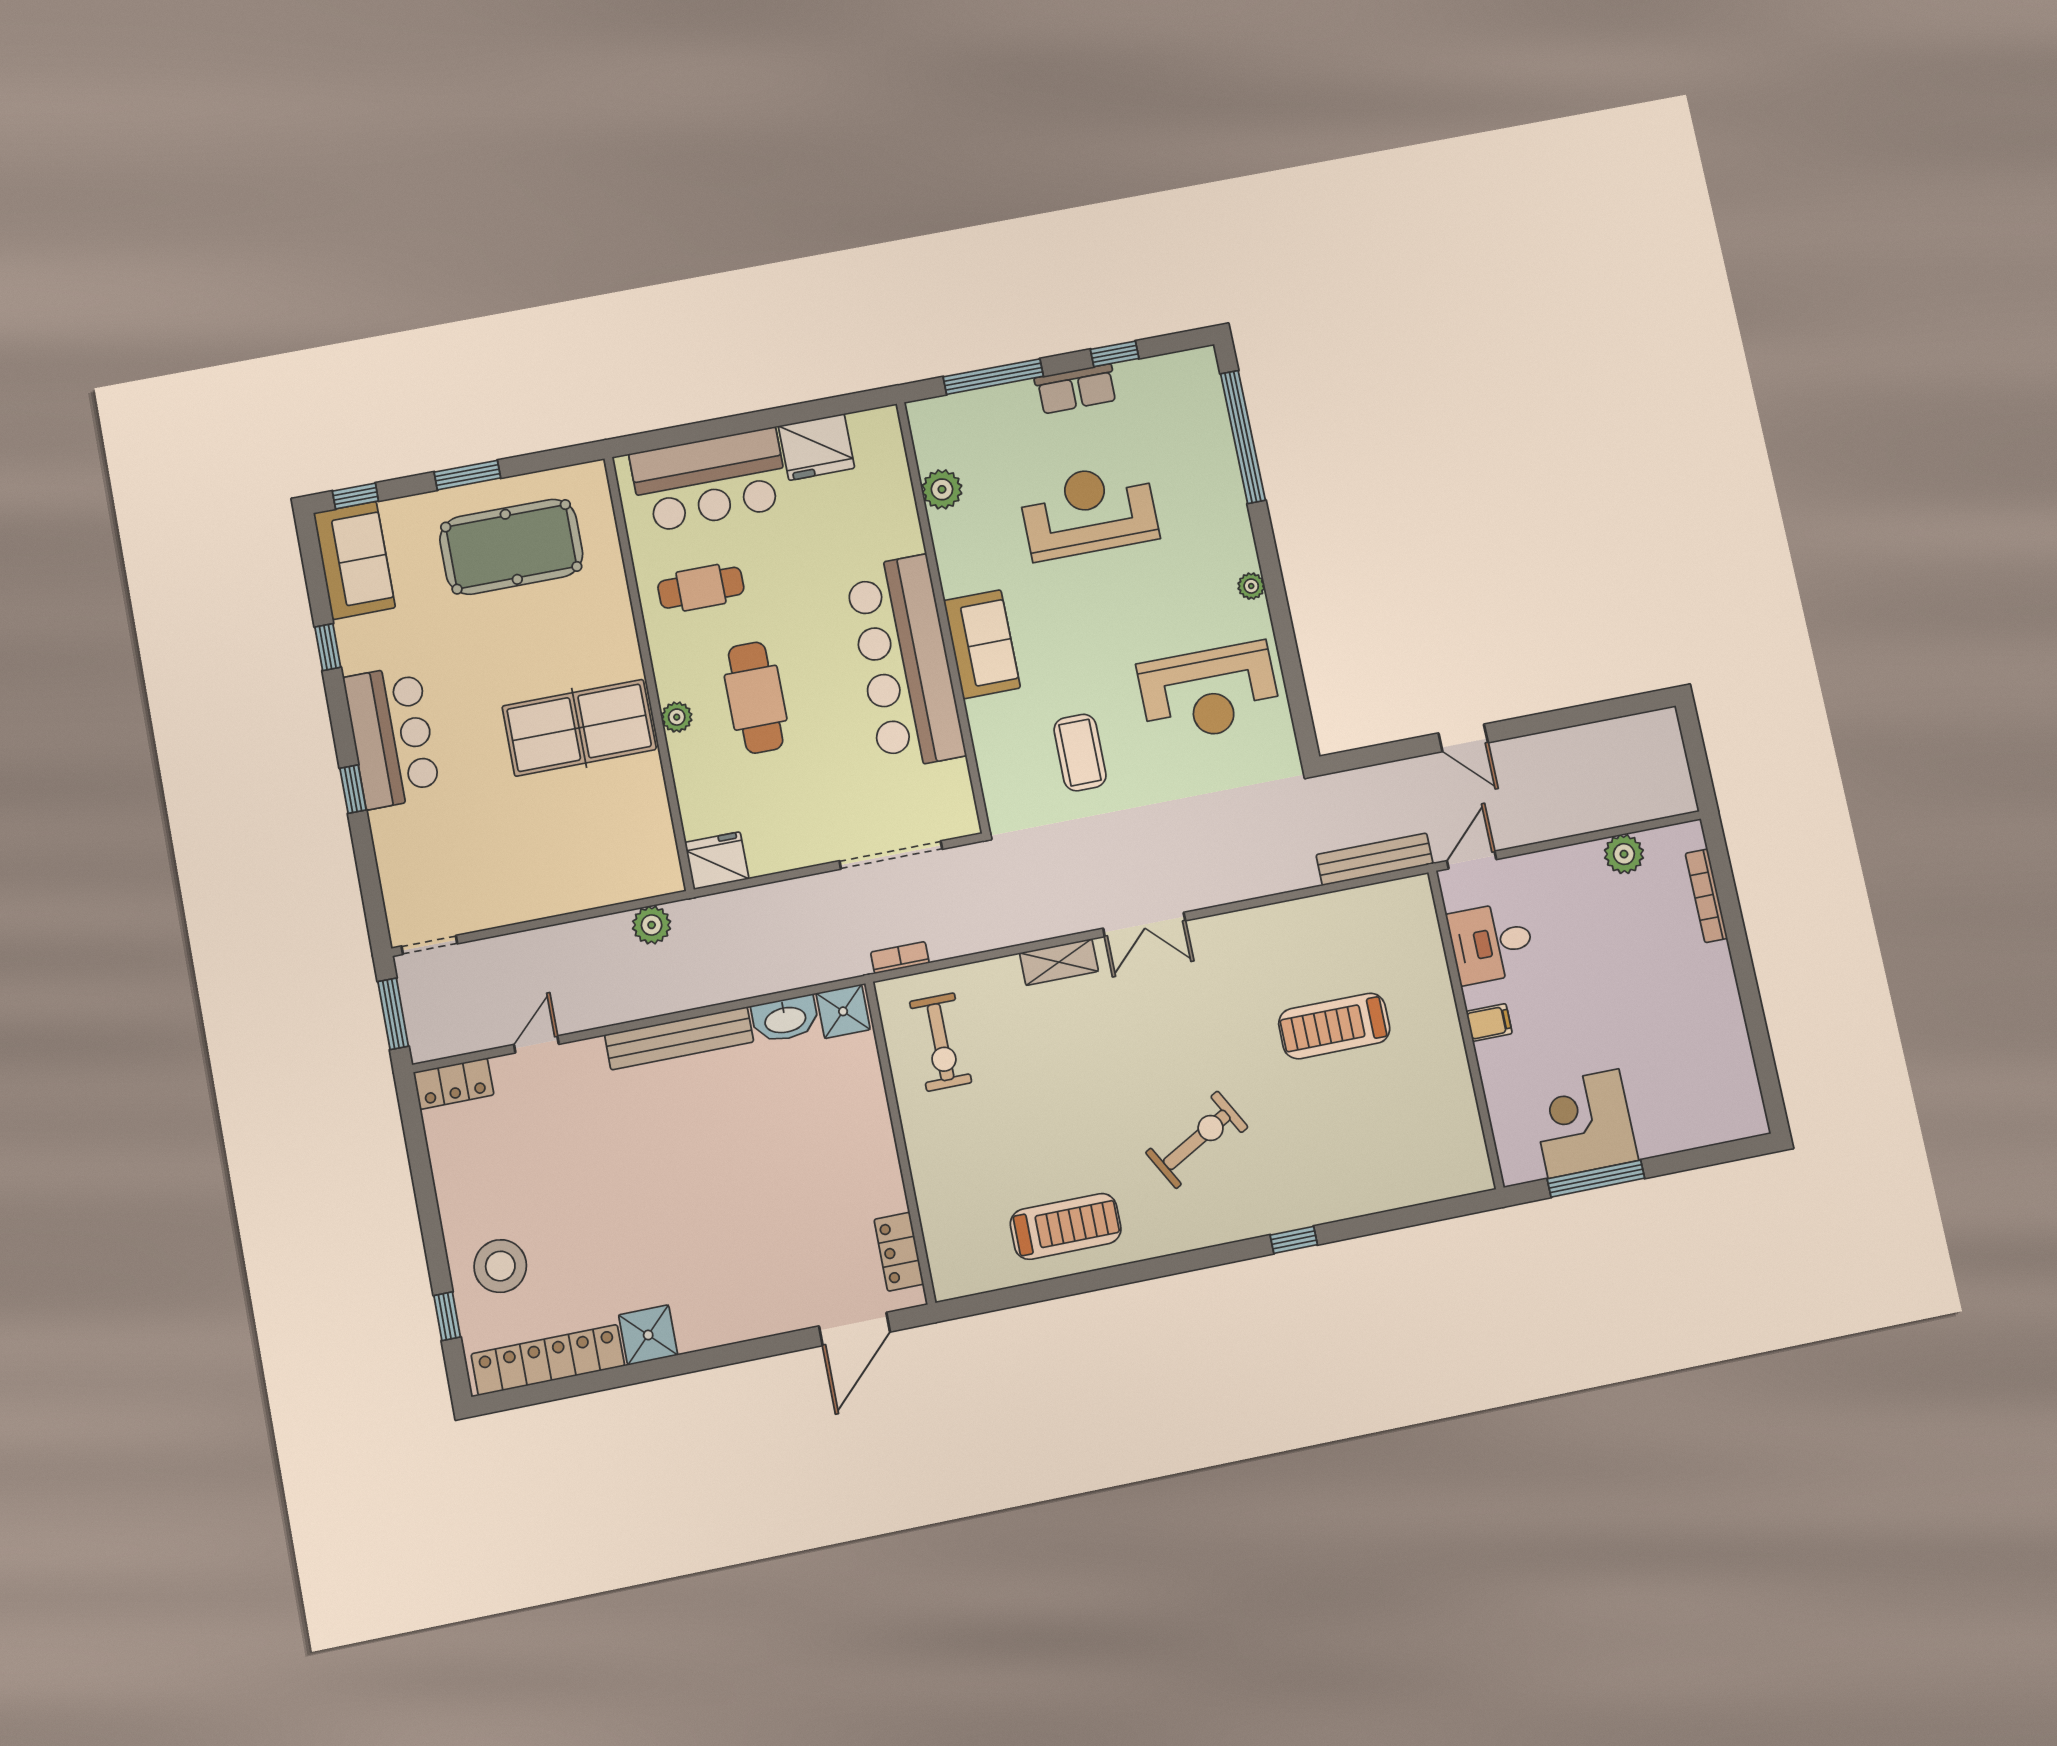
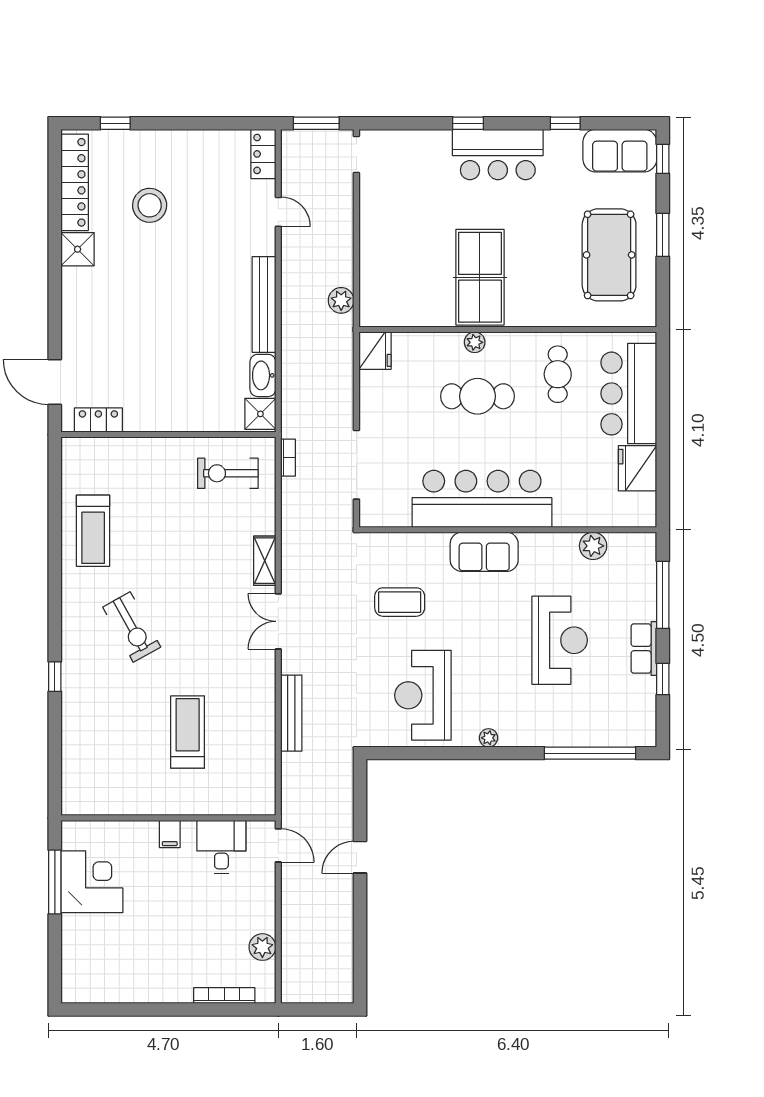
bench: (1375, 859) -> (291, 713), moved
stool: (500, 1266) -> (150, 205), moved

